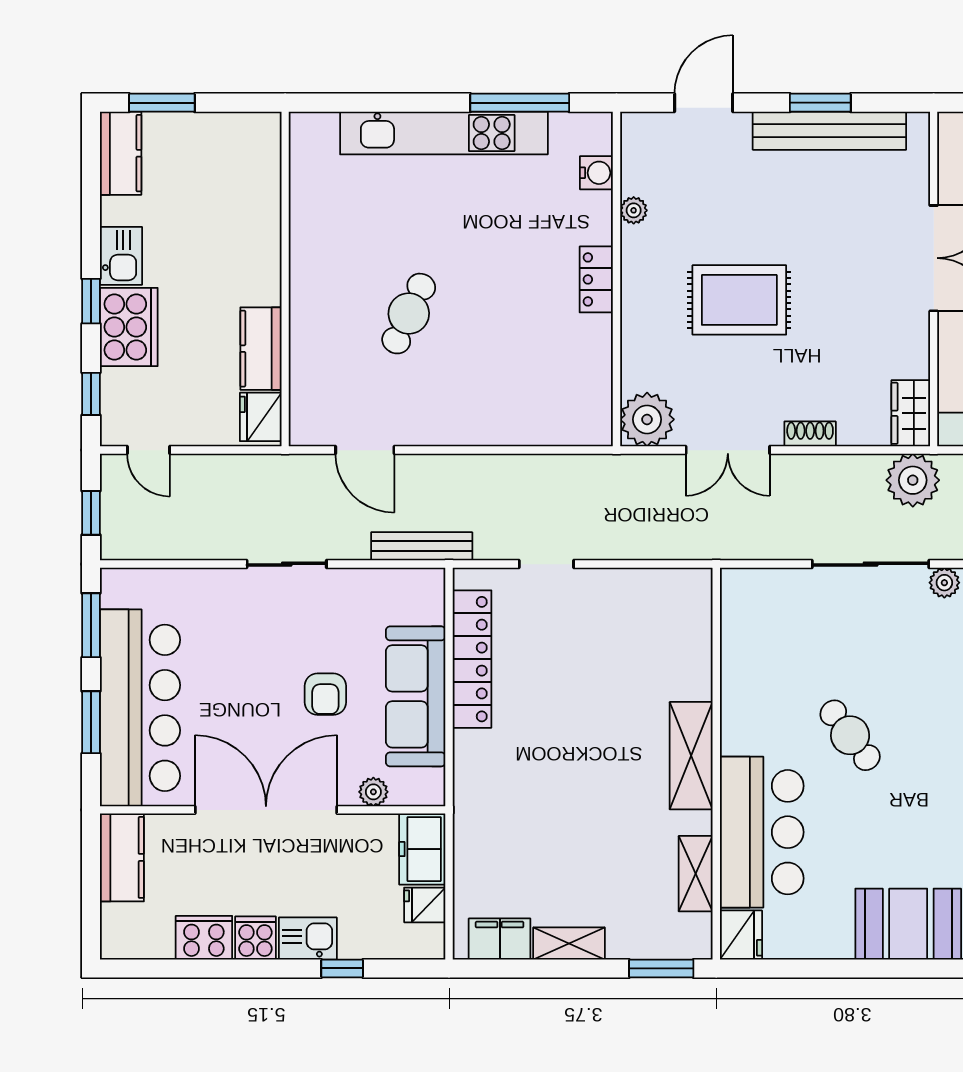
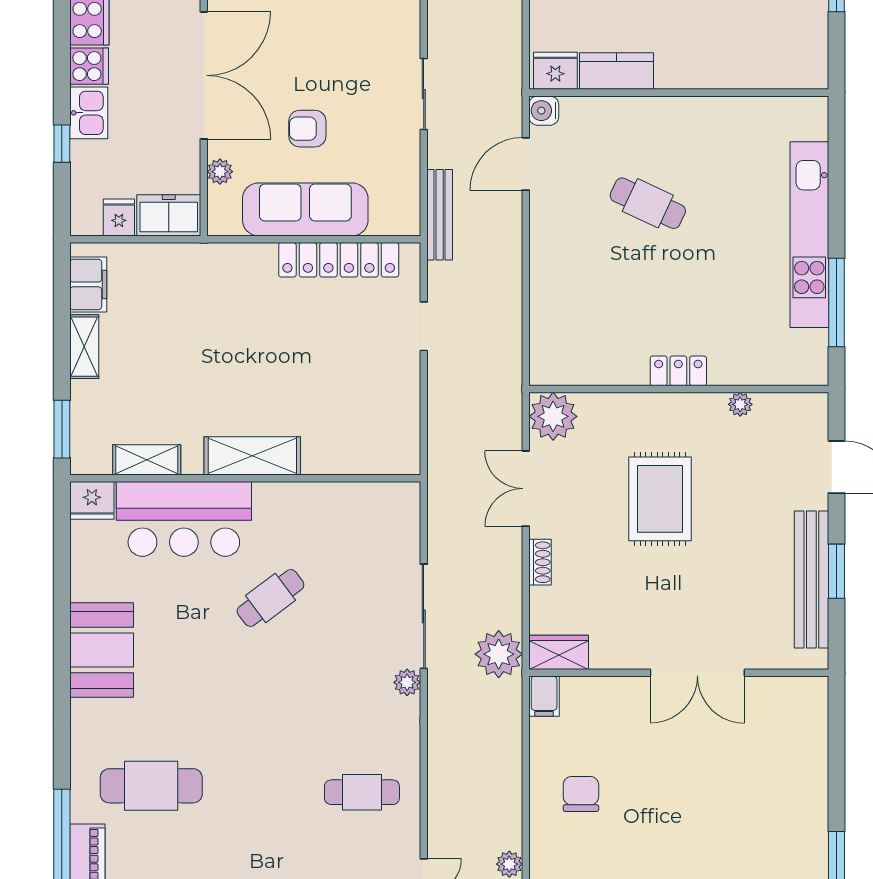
water cooler: (596, 173) -> (544, 111), moved, turned 90

